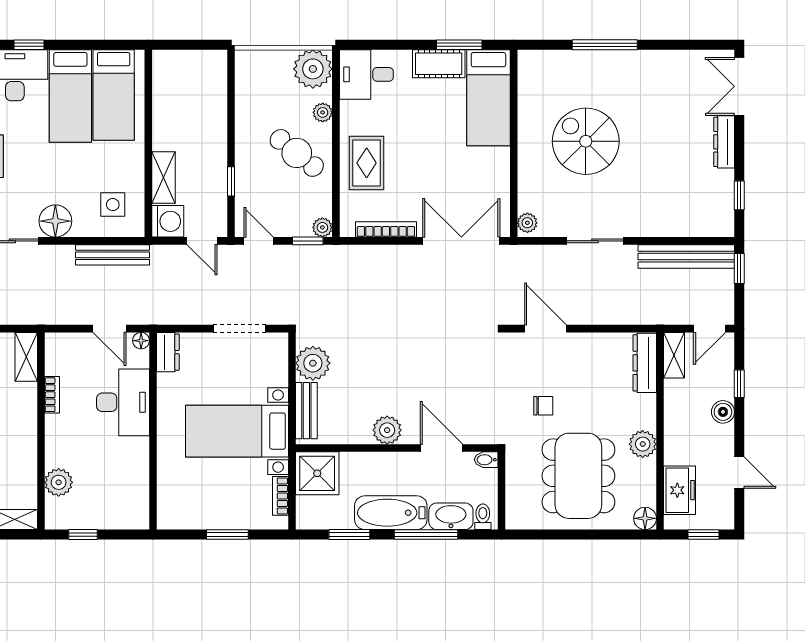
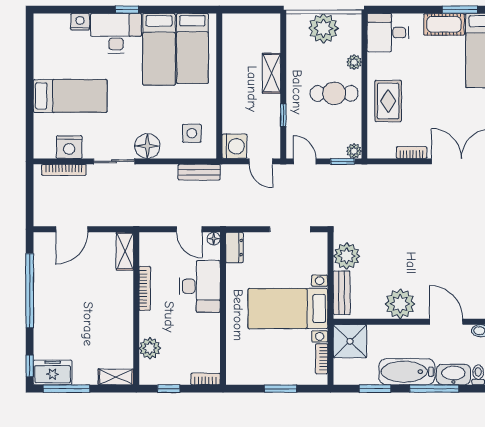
plant: (313, 69) -> (323, 28), moved
cafe table: (297, 153) -> (334, 93), turned -39
shelving: (163, 178) -> (271, 73), moved
bookcase: (386, 229) -> (412, 153), width x0.64
bench: (112, 255) -> (199, 172), width x0.73
bookcase: (52, 395) -> (145, 288), width x1.56
plant: (387, 430) -> (400, 304), width x1.36, depth x1.36
bookcase: (130, 522) -> (205, 379), added

